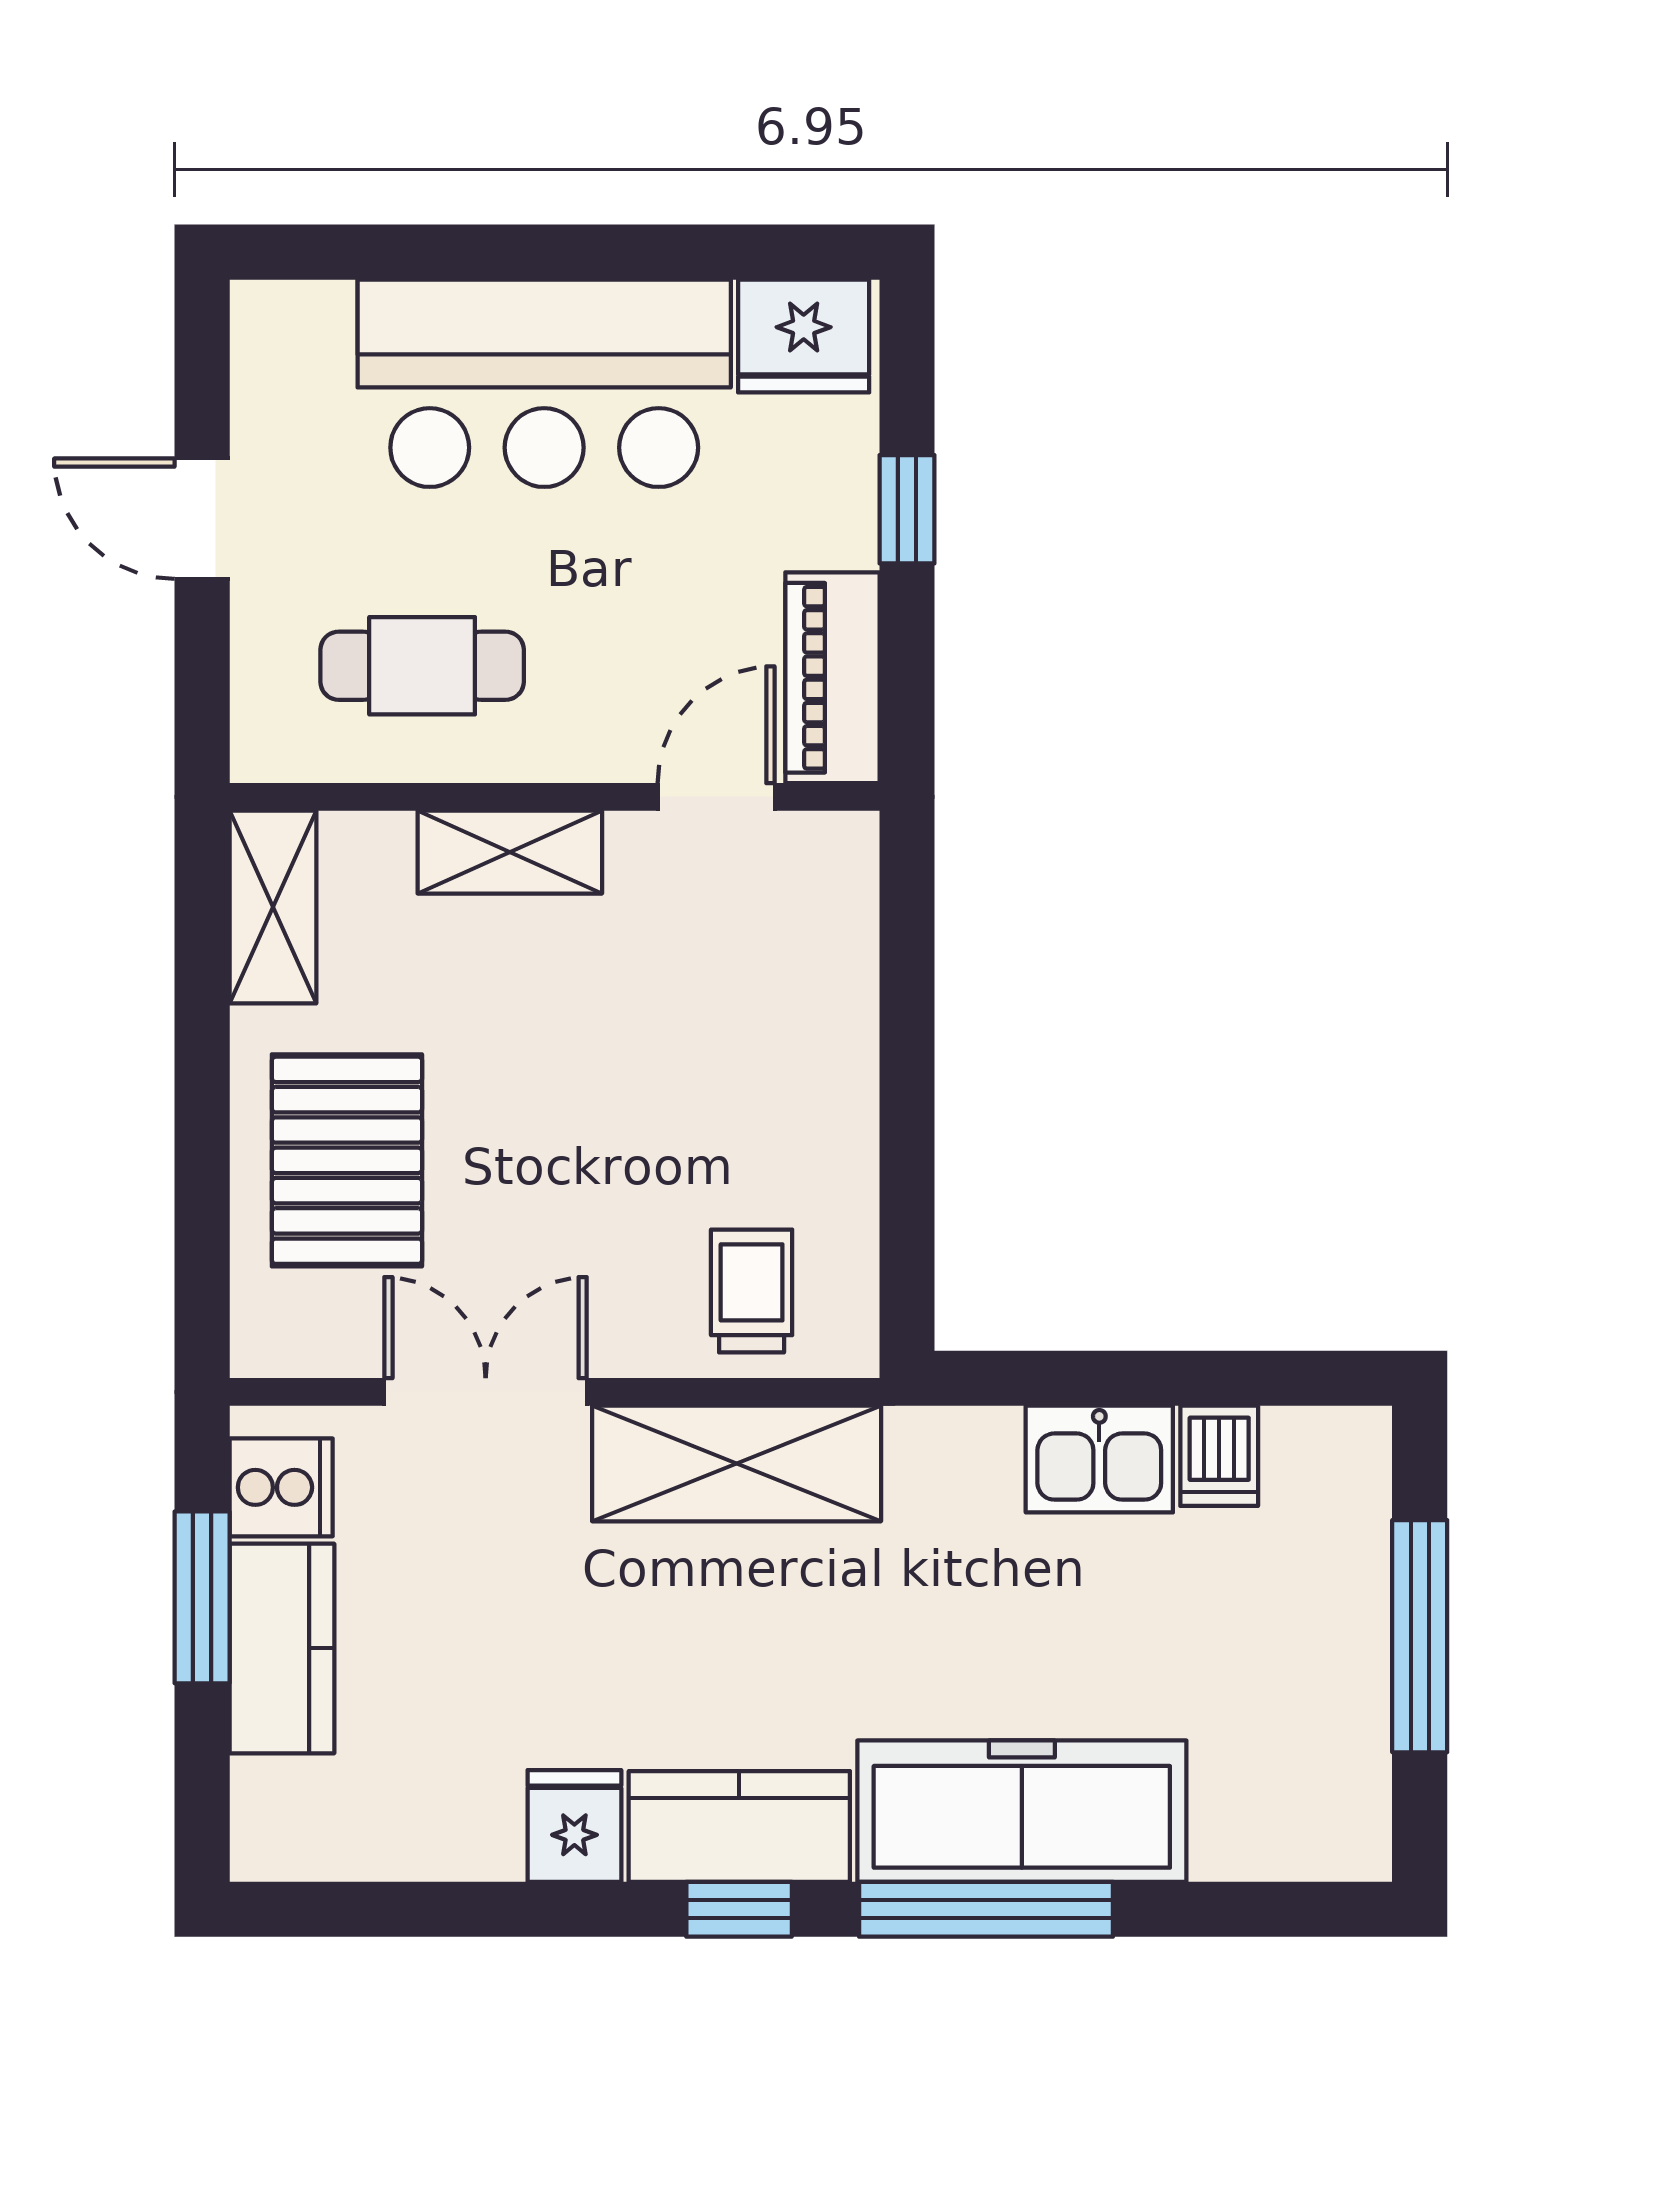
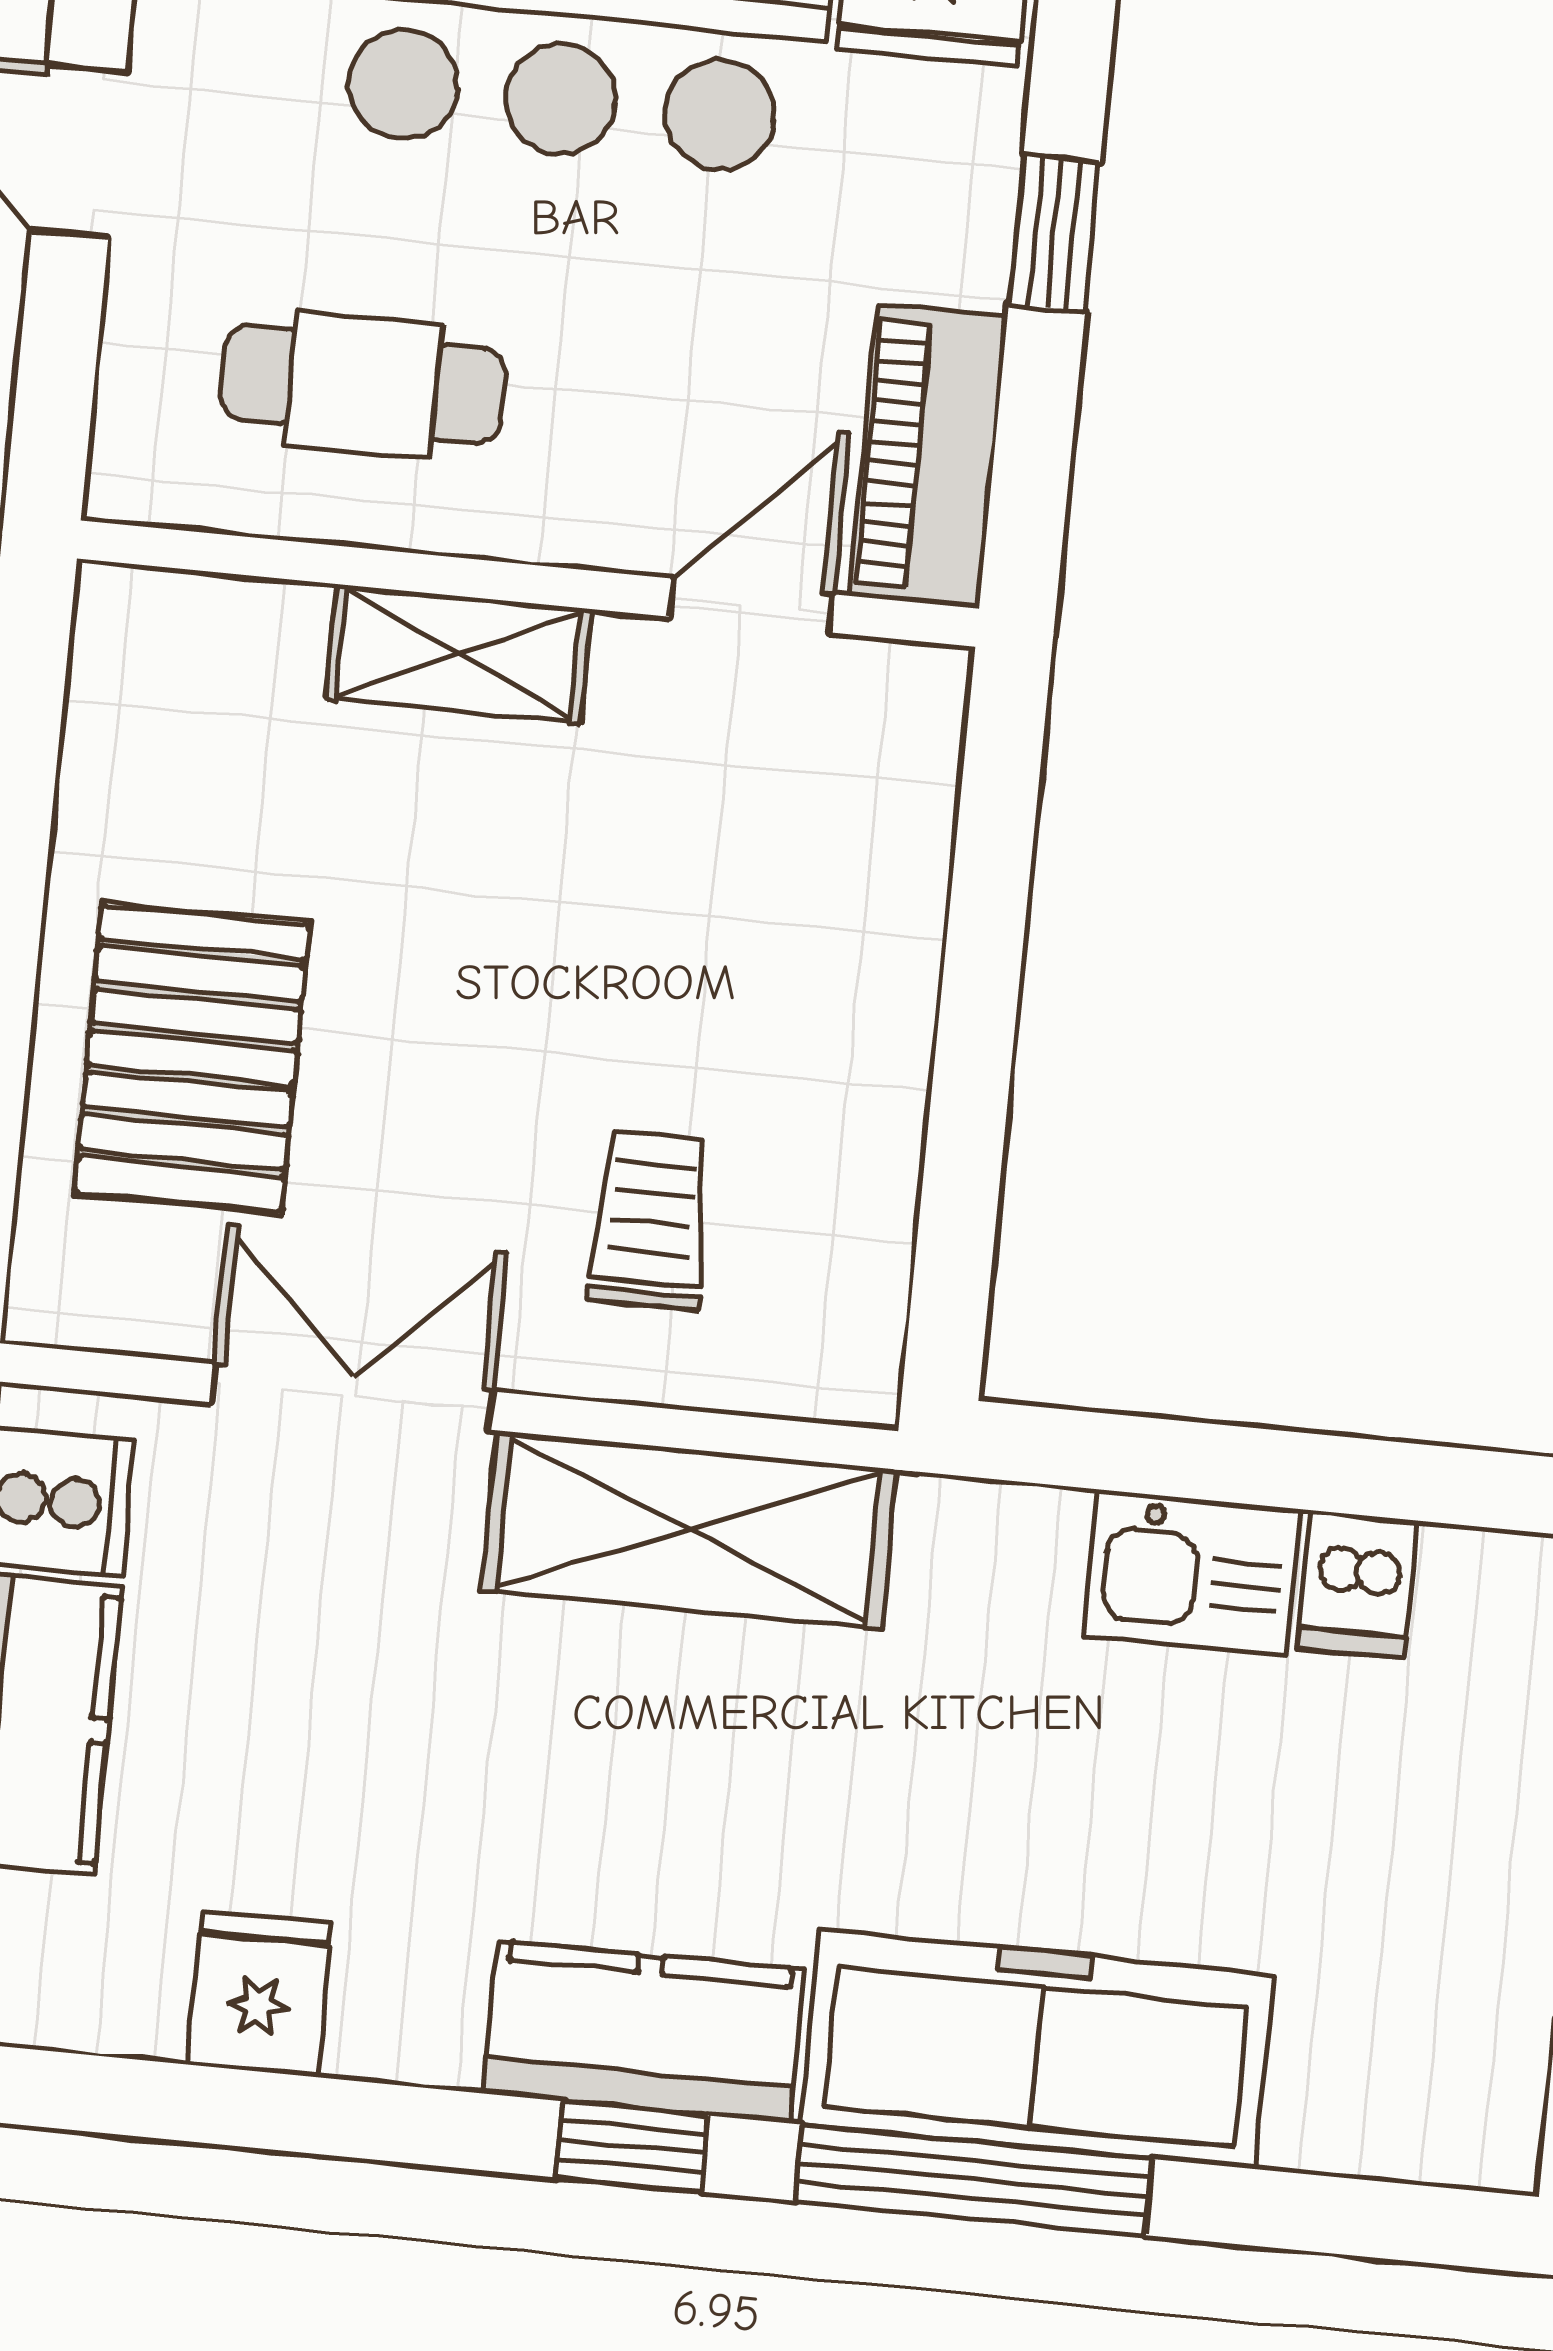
shelving: (273, 907) -> (124, 698), removed
trolley: (752, 1291) -> (651, 1220), moved
fridge: (574, 1826) -> (260, 1994), moved

